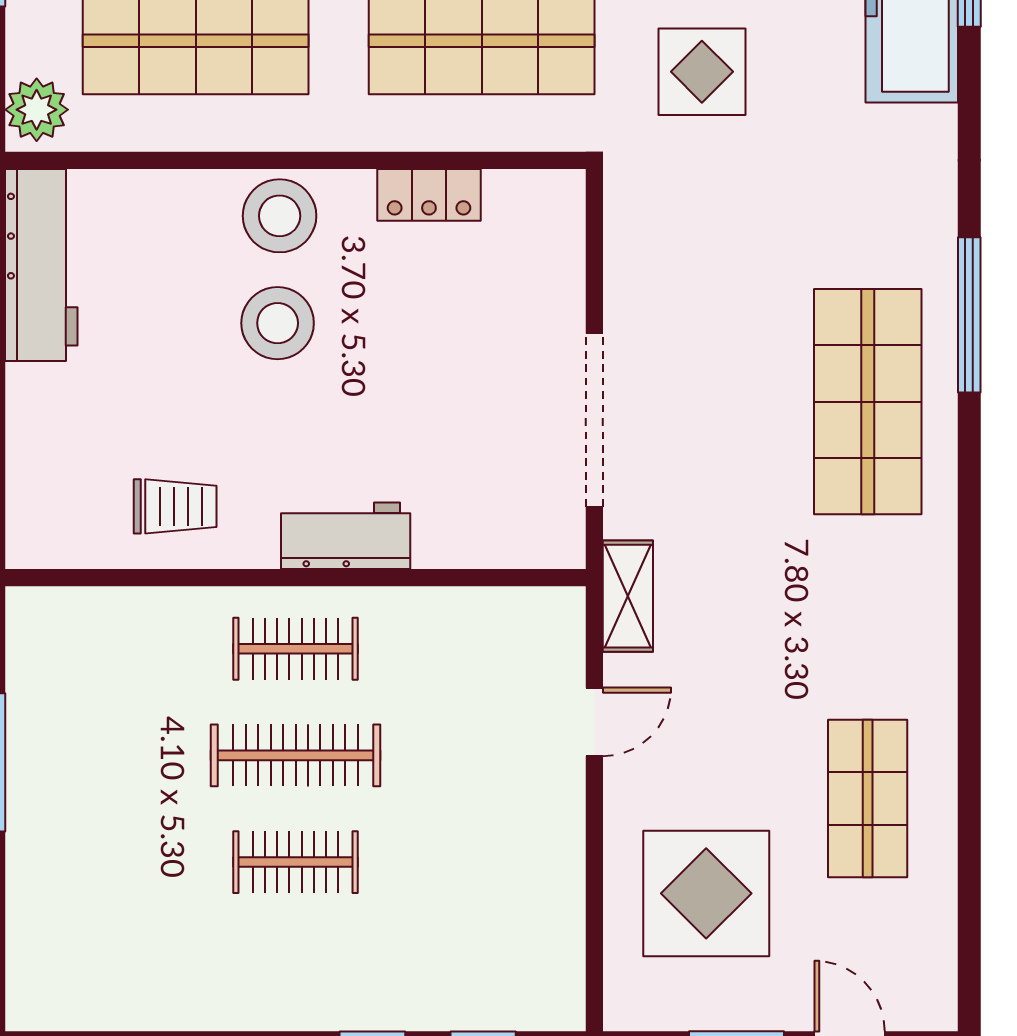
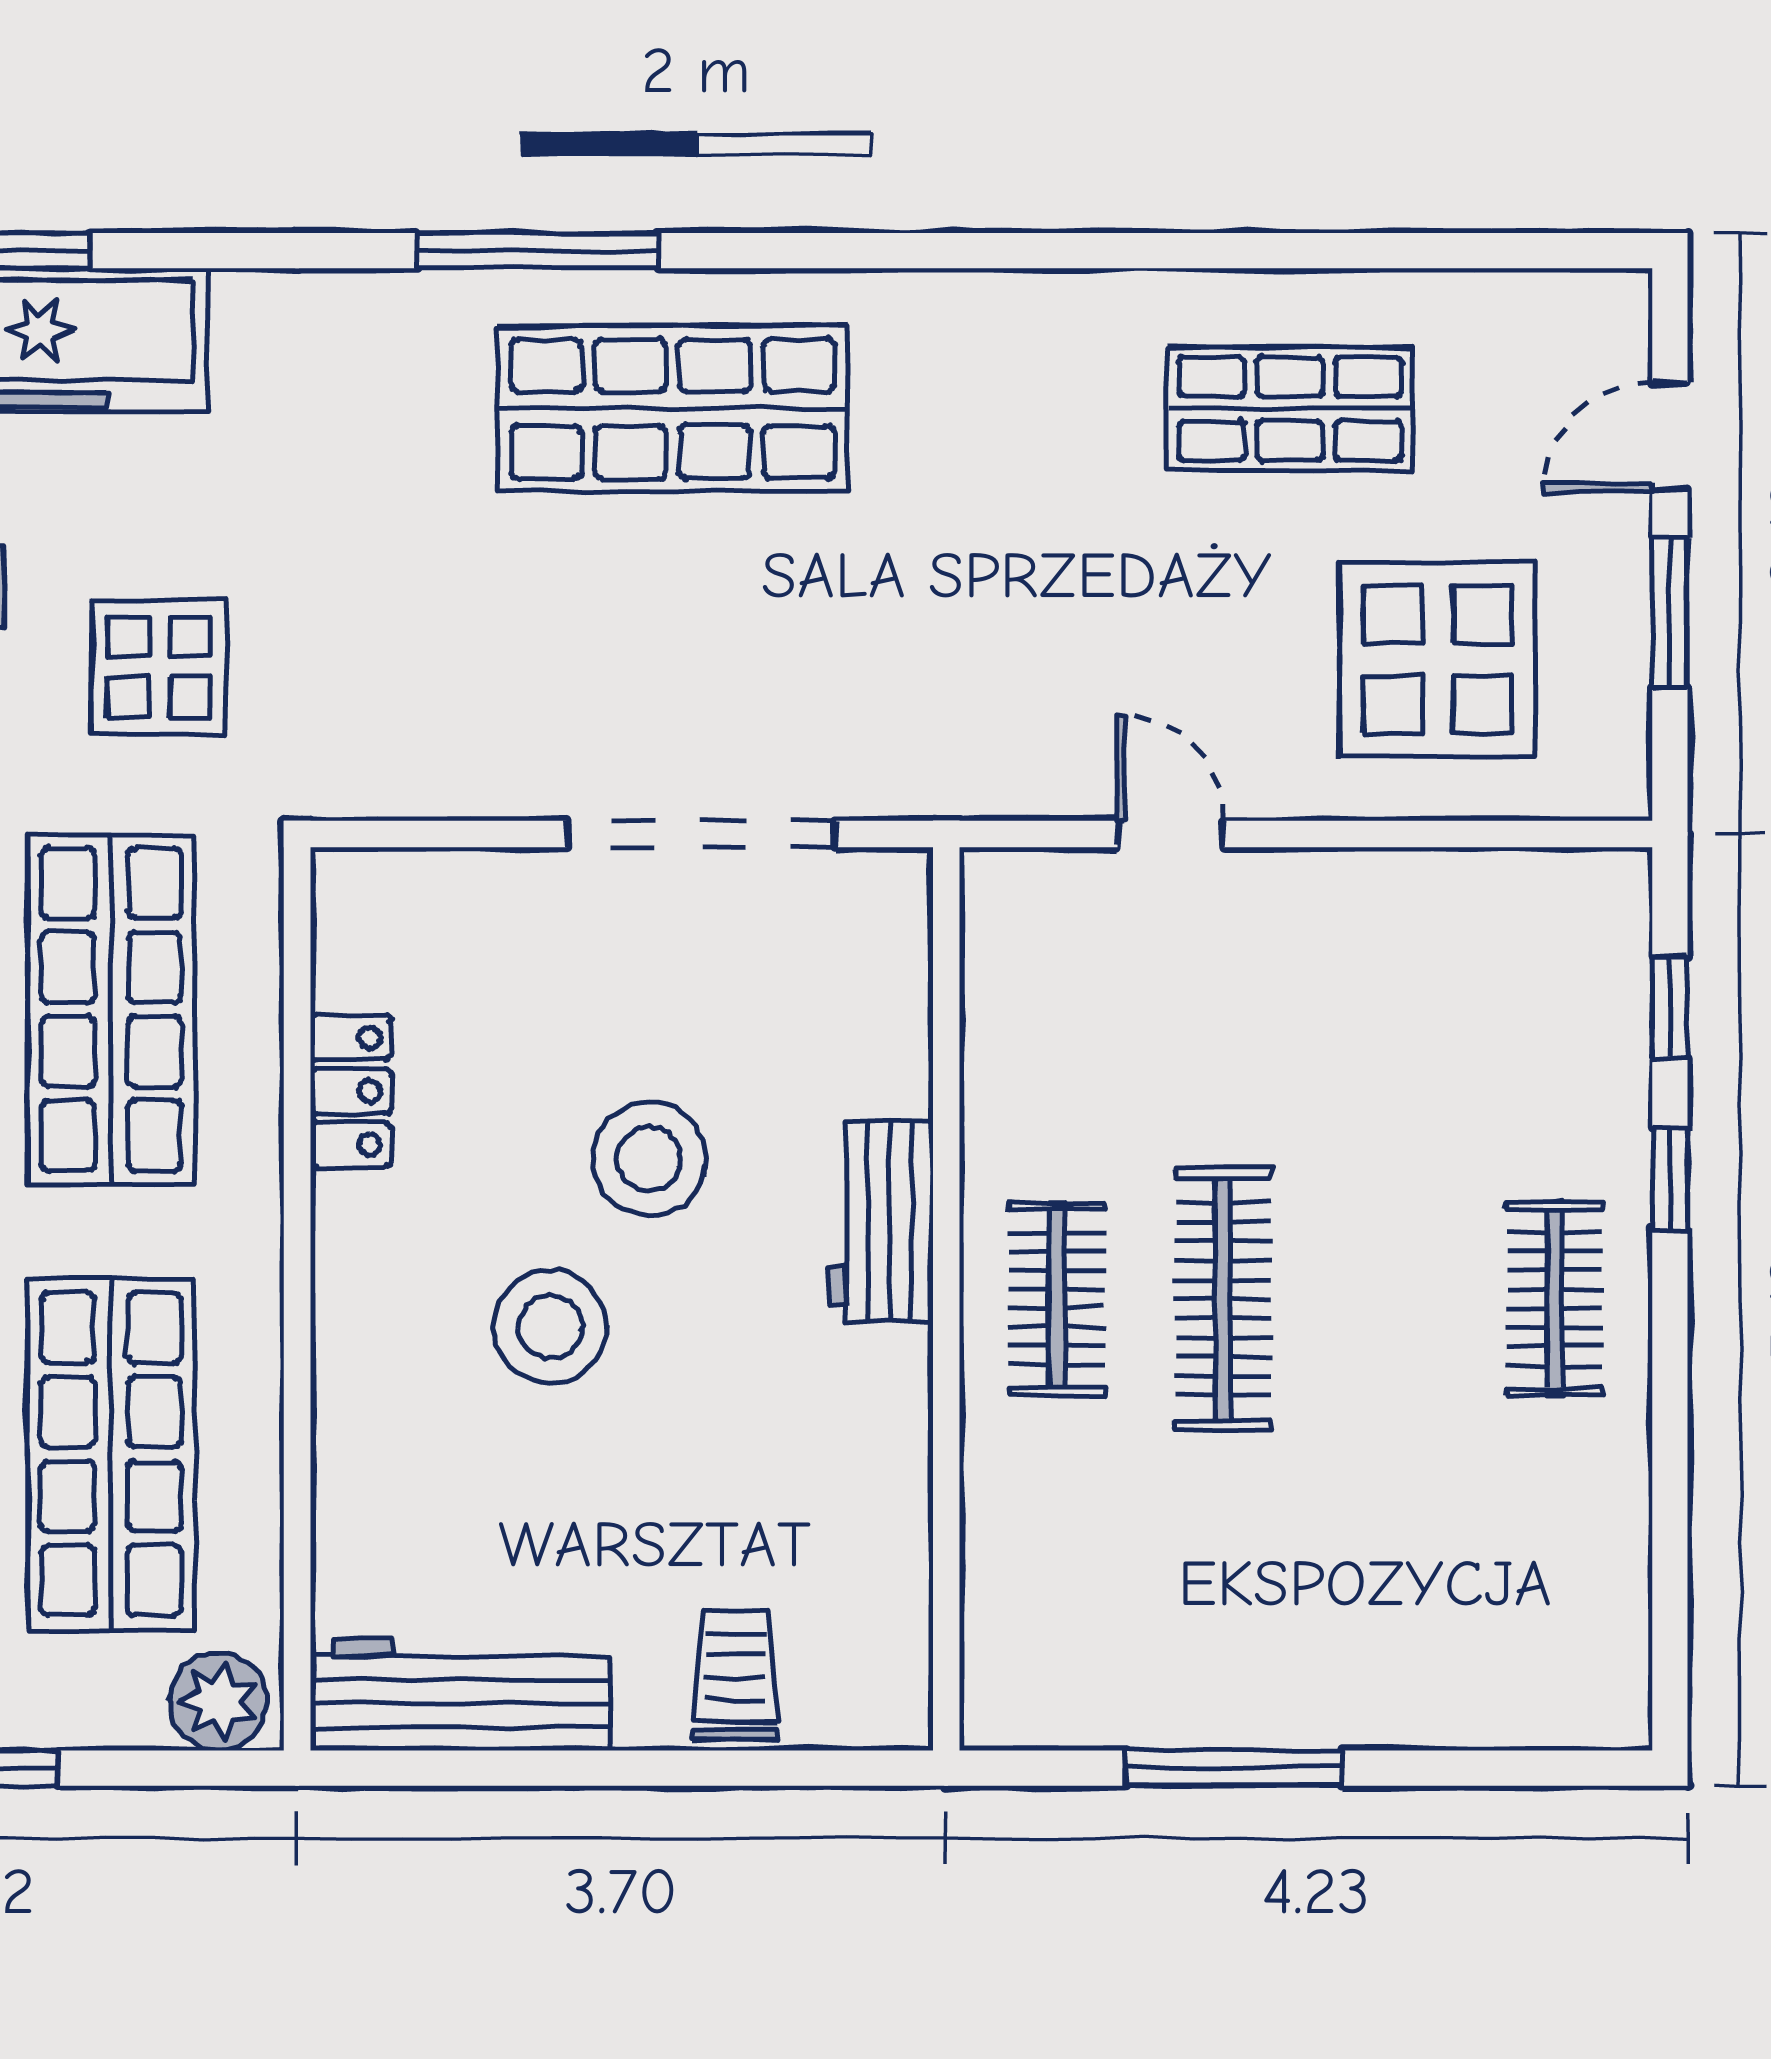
stool: (280, 216) -> (649, 1159), moved
trolley: (175, 506) -> (735, 1675), moved
shelving: (628, 596) -> (975, 782), removed
clothes rail: (296, 862) -> (1555, 1299), moved

